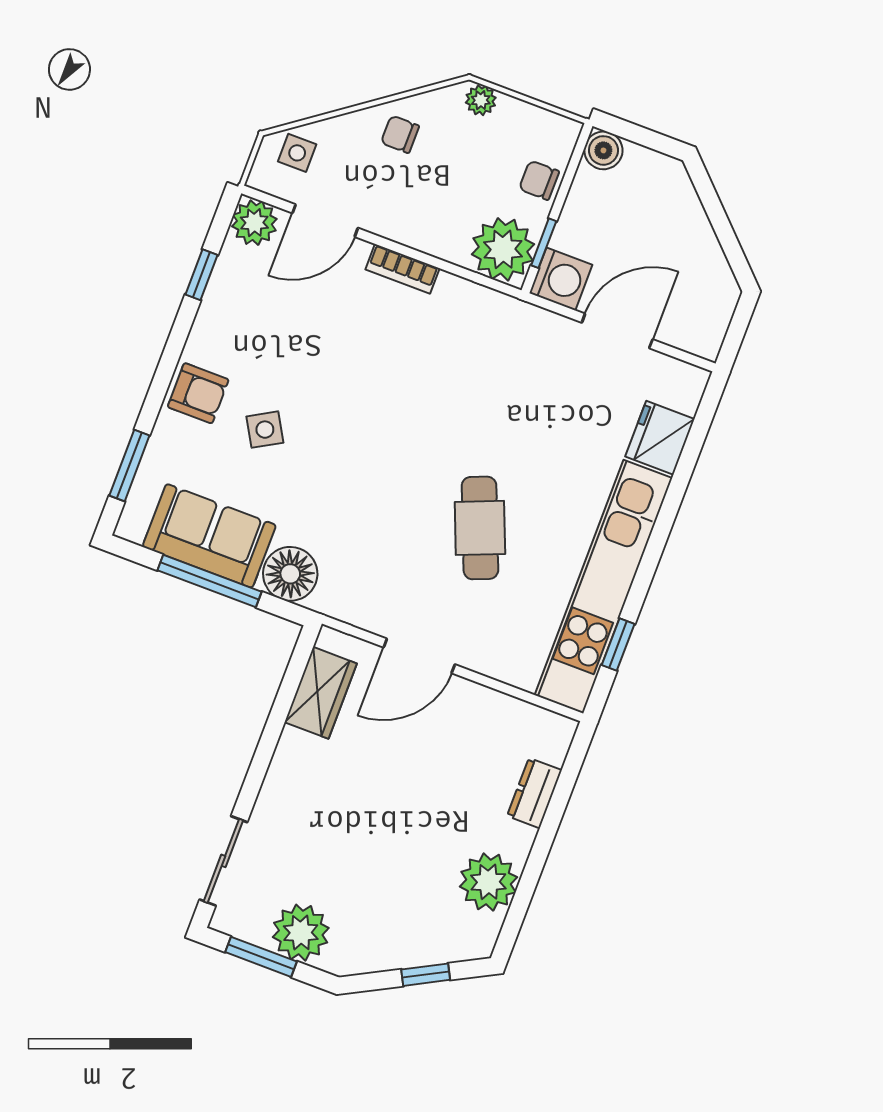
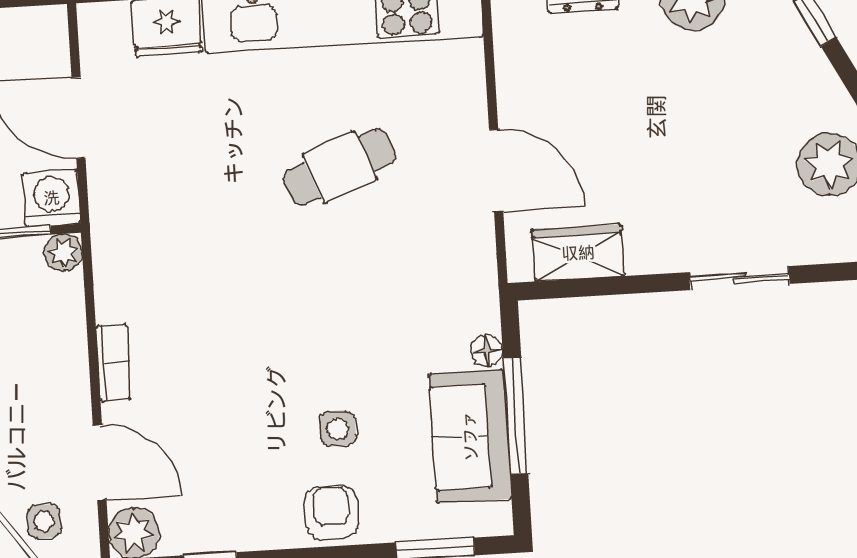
plant: (503, 249) -> (63, 253), width x0.53, depth x0.53
side table: (265, 430) -> (338, 428), turned 30
floor lamp: (290, 574) -> (487, 351), width x0.53, depth x0.53
sliding door: (223, 861) -> (739, 278), moved

